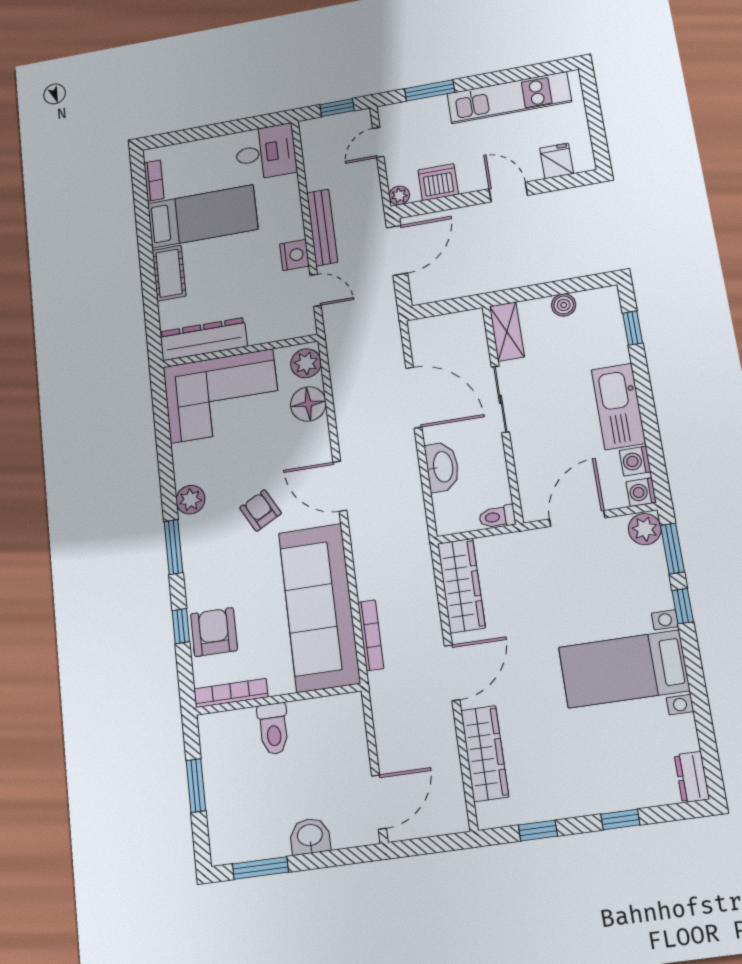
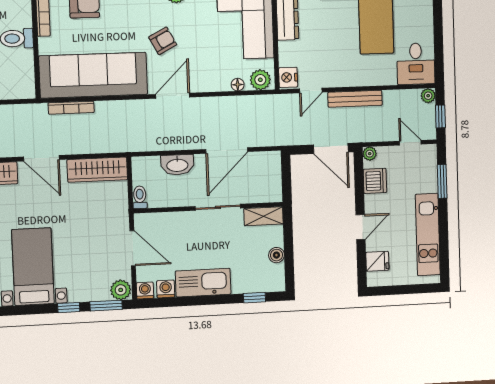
plant: (309, 129) -> (428, 96), added
nightstand: (294, 255) -> (288, 77), moved, turned 90
floor lamp: (308, 404) -> (238, 85), width x0.53, depth x0.53

